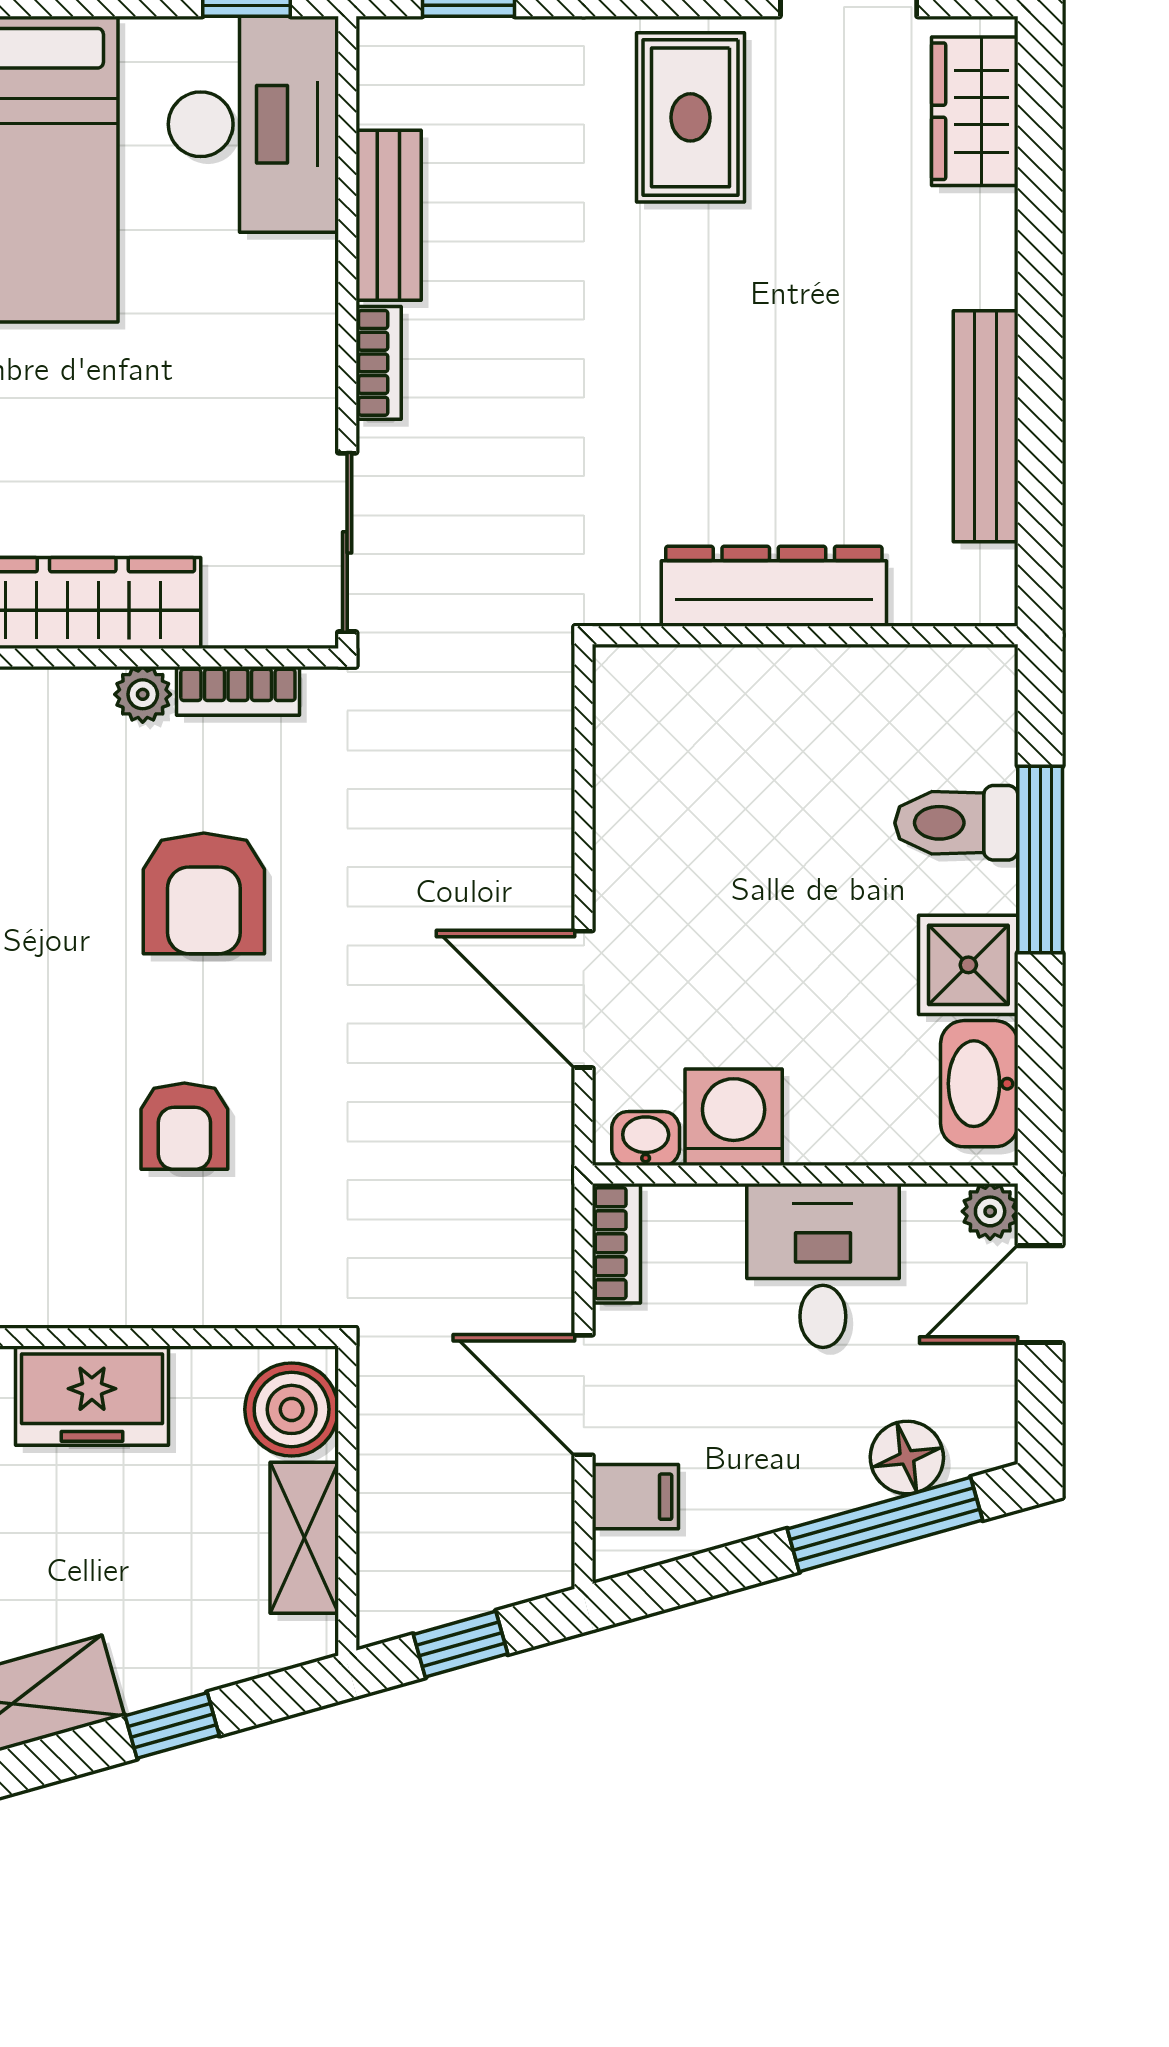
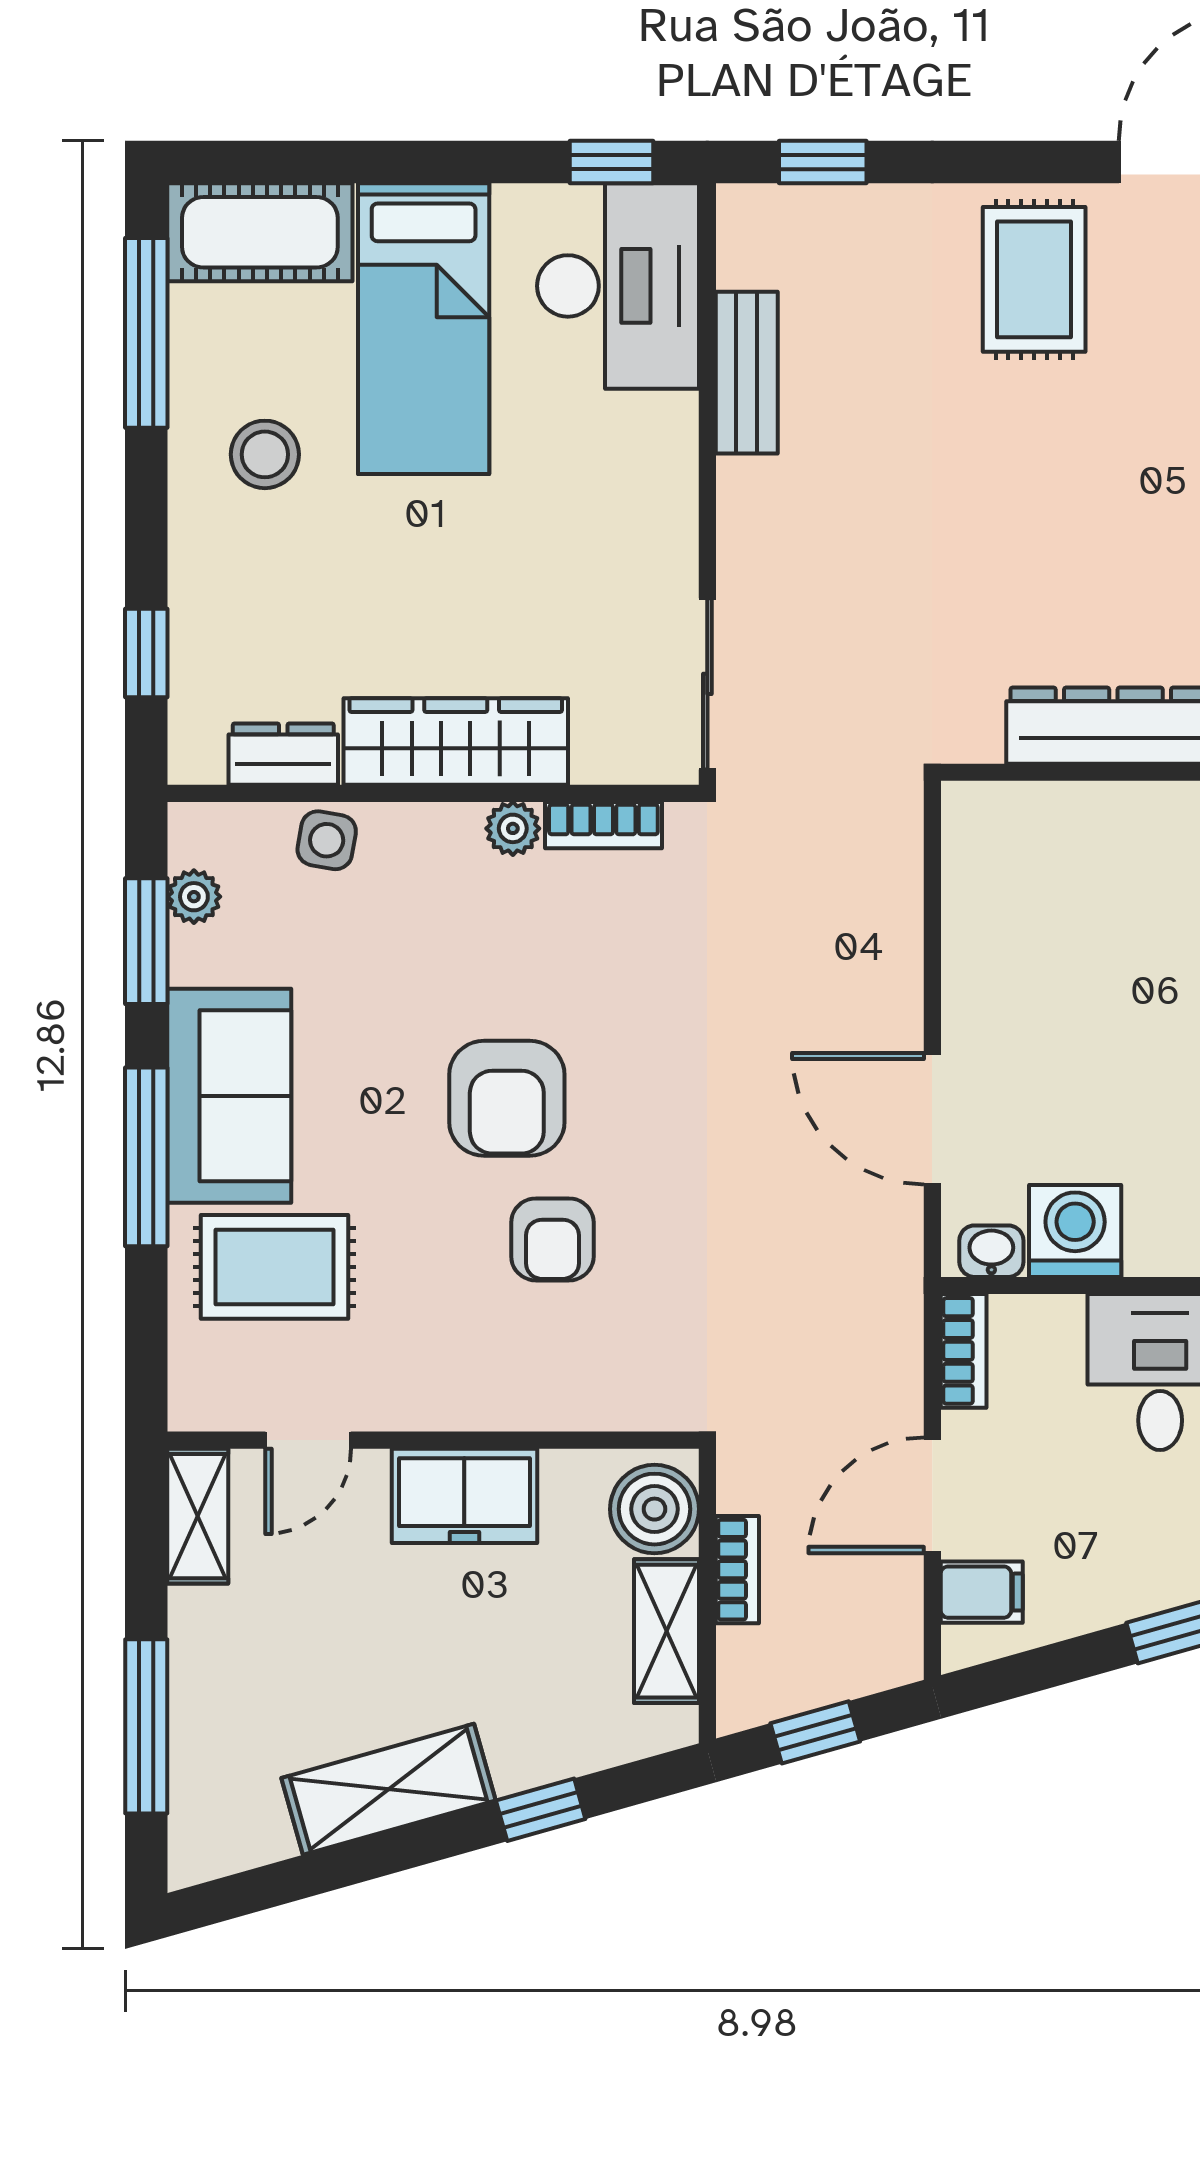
bookcase: (379, 363) -> (737, 1570), moved
armchair: (204, 893) -> (507, 1098), moved
door: (584, 1395) -> (932, 1495), hinge flipped

